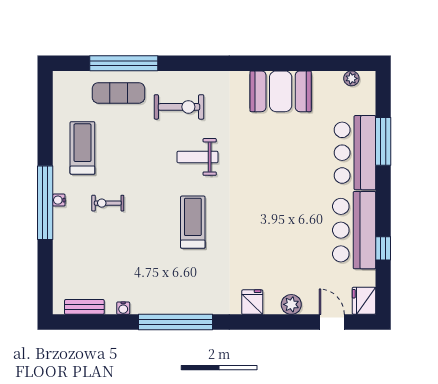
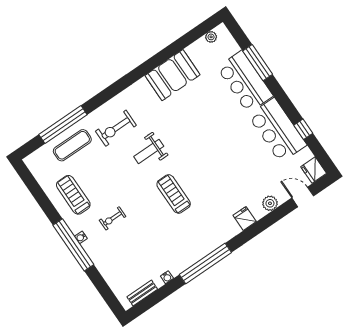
exercise bike: (179, 107) -> (116, 128), turned 180

